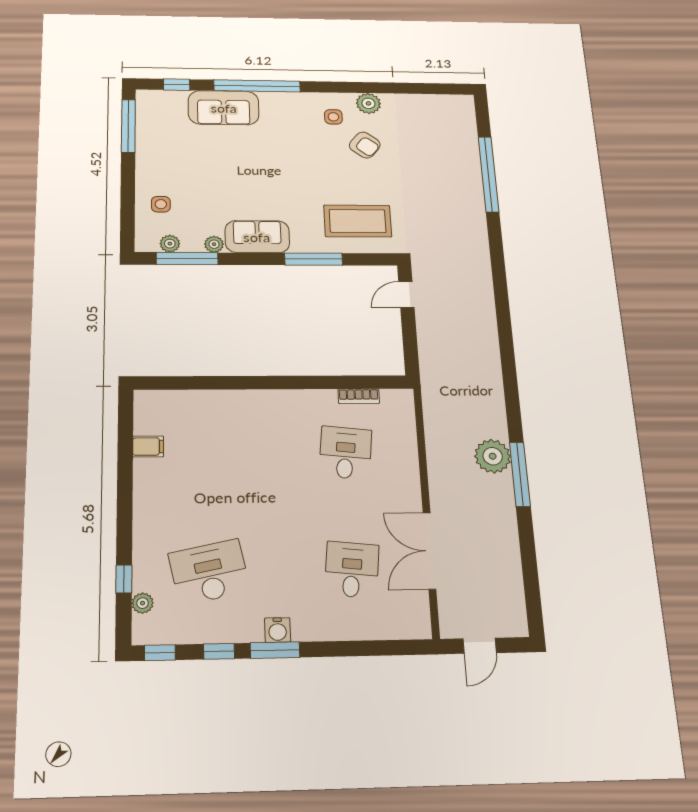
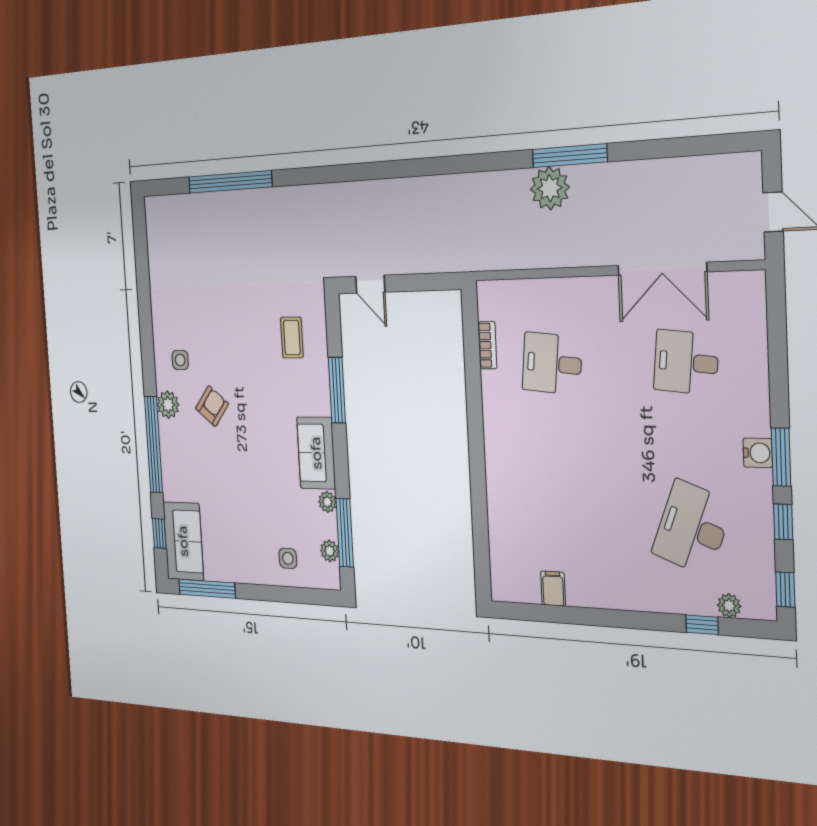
plant: (368, 103) -> (168, 405), moved
sofa: (224, 108) -> (183, 541), moved
armchair: (365, 145) -> (212, 406), moved
coffee table: (358, 221) -> (292, 338), width x0.54, depth x0.58
desk: (209, 572) -> (692, 528), turned 33

